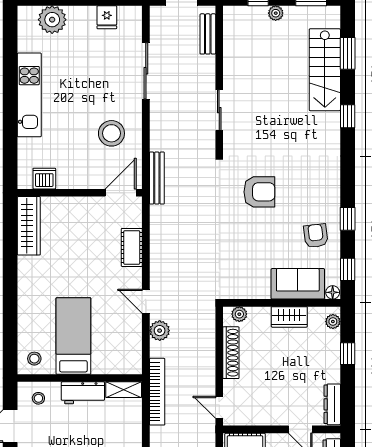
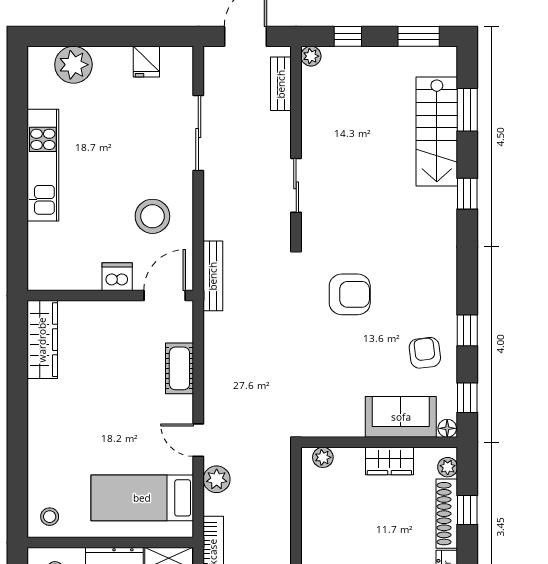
plant: (276, 13) -> (311, 56), moved
dishwasher: (44, 179) -> (117, 277), moved
bed: (73, 336) -> (142, 498), moved, turned -90
shoe rack: (231, 353) -> (447, 514), moved, turned 180

